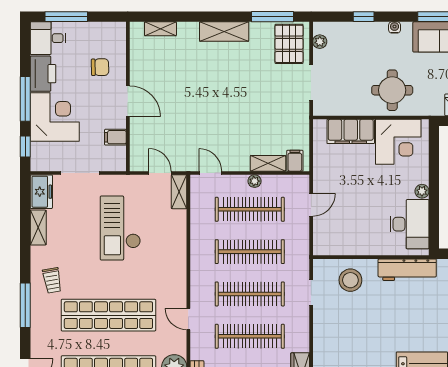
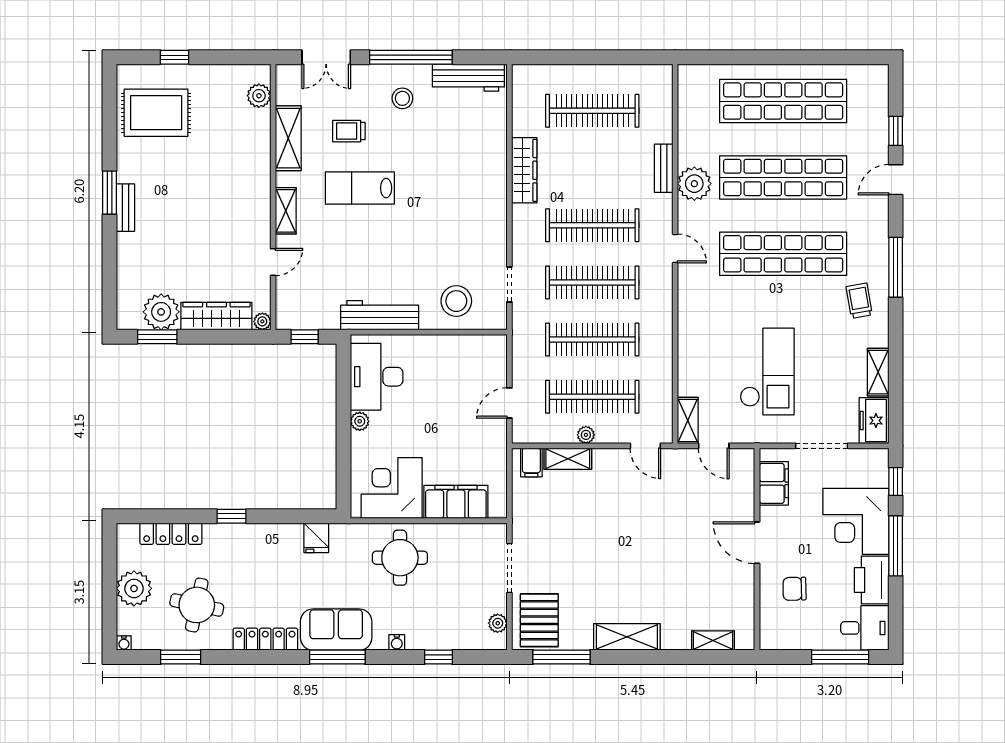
filing cabinet: (115, 137) -> (774, 483), width x2.00

